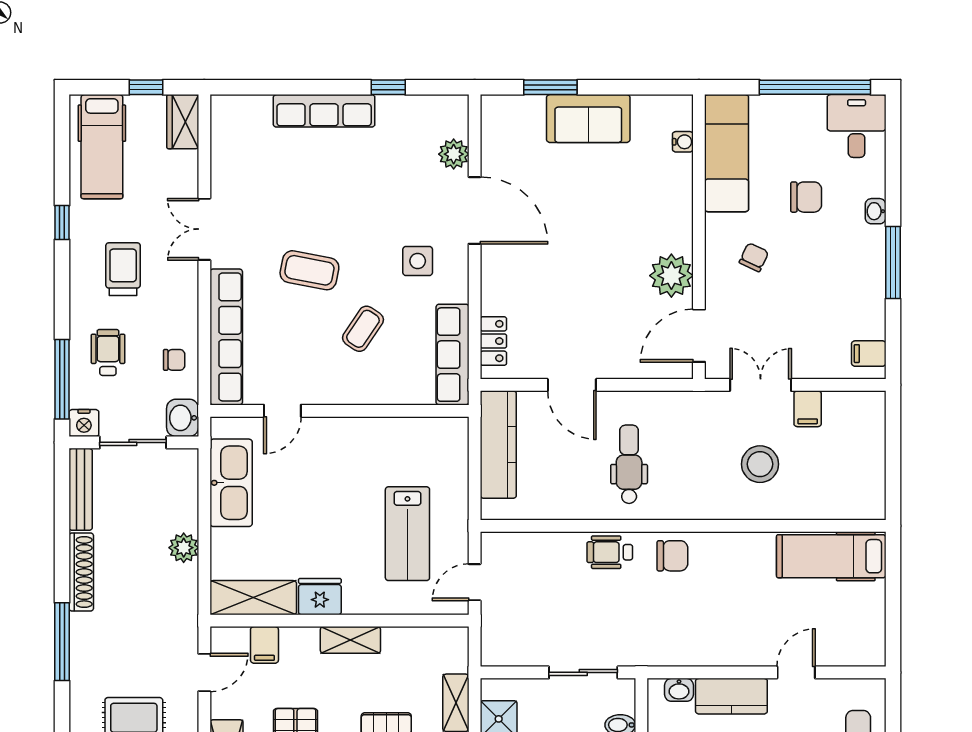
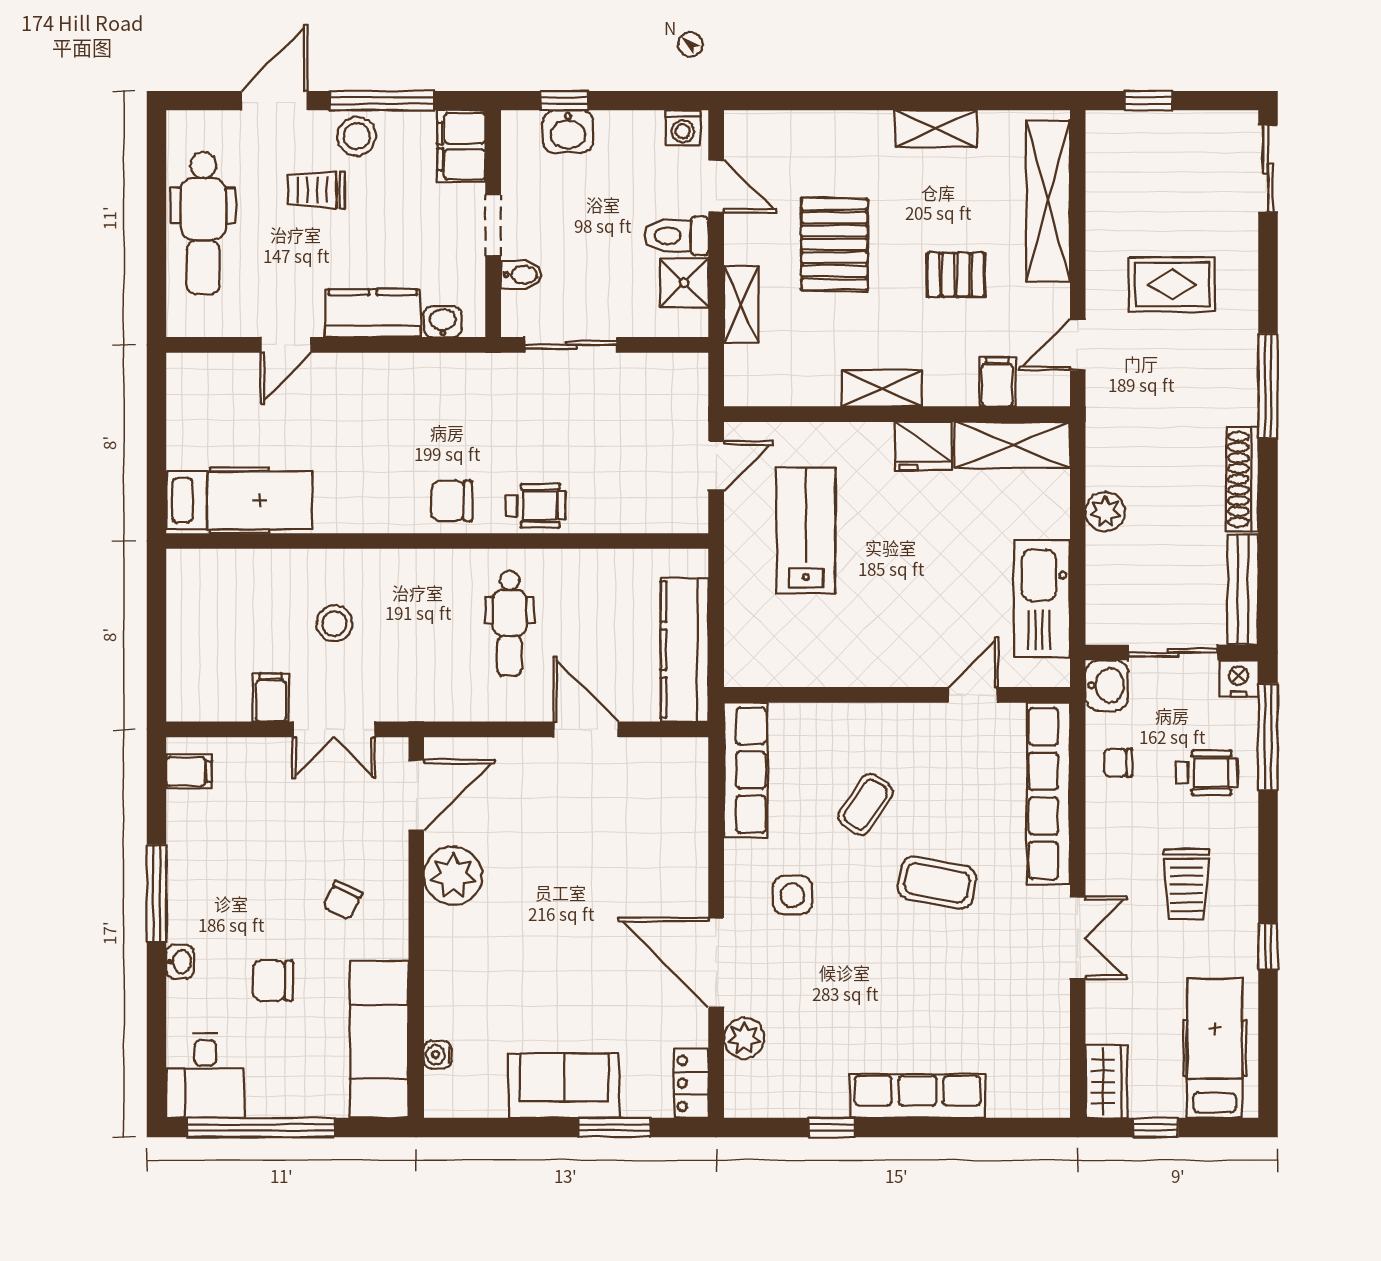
locker: (493, 341) -> (691, 1083), moved
wheelchair: (108, 353) -> (1207, 773), turned -90
stool: (760, 464) -> (334, 624), width x0.73, depth x0.73

